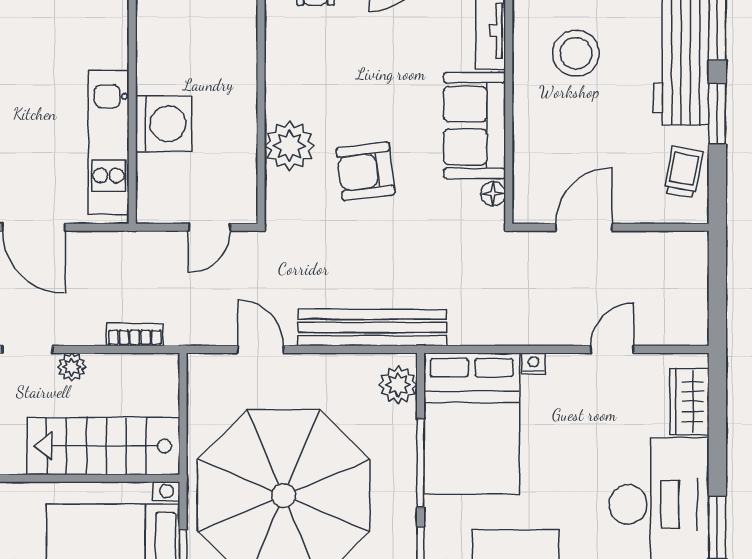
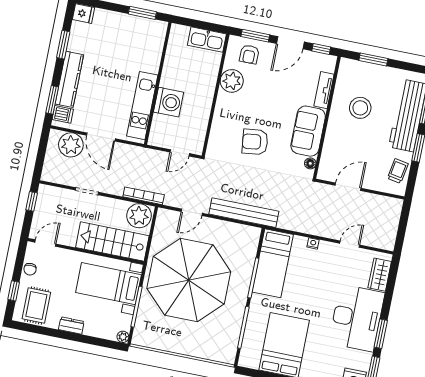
plant: (289, 146) -> (232, 81), moved
bookcase: (135, 335) -> (144, 196), width x1.56
door: (261, 349) -> (192, 212), swing flipped
plant: (72, 367) -> (139, 216), moved, width x1.88, depth x1.88
plant: (398, 385) -> (250, 241), removed
bed: (472, 424) -> (273, 263), width x0.67

